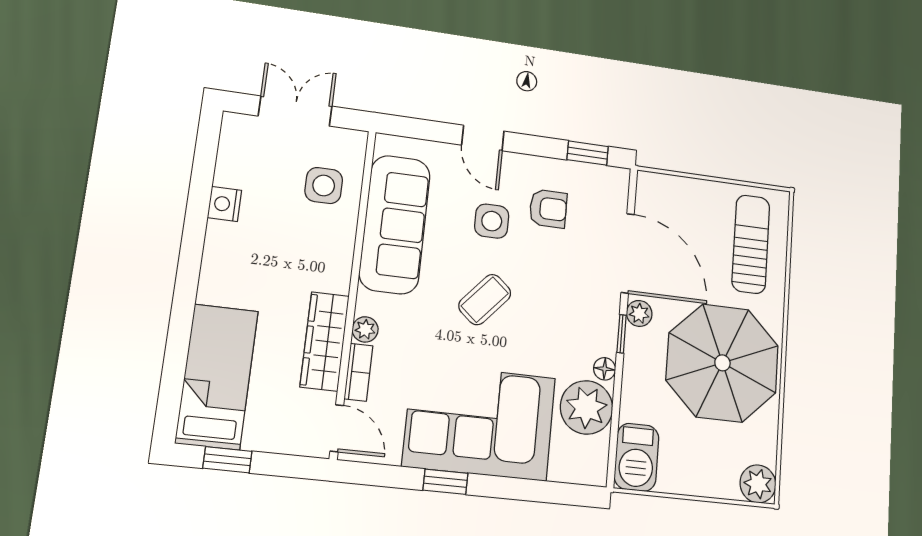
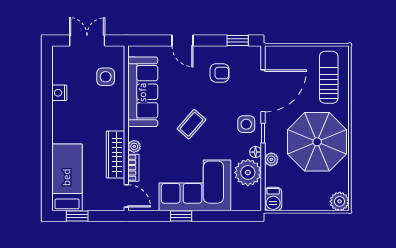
side table: (492, 221) -> (246, 124), moved
door: (628, 253) -> (263, 91), hinge flipped
plant: (639, 313) -> (271, 159), moved
barbecue: (637, 457) -> (273, 199), width x0.73, depth x0.79

